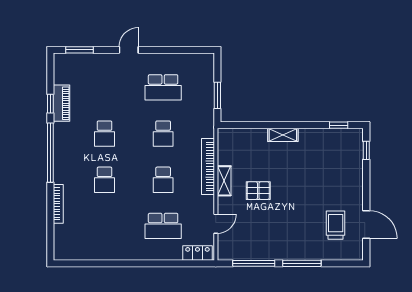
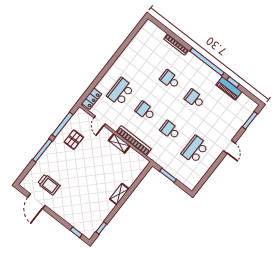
pallet: (258, 191) -> (74, 140), moved
door: (366, 224) -> (36, 201), hinge flipped

